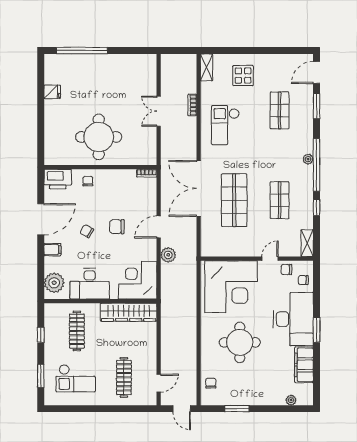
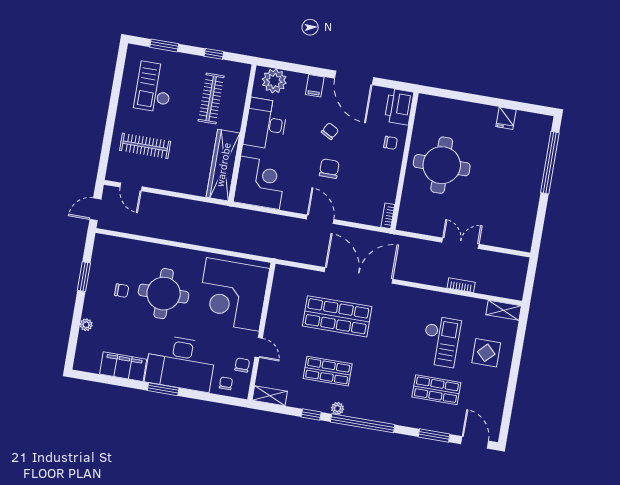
checkout: (225, 125) -> (441, 341), moved, turned 90
plant: (308, 159) -> (338, 408), moved
plant: (168, 255) -> (284, 225), removed
clothes rail: (77, 331) -> (211, 99), turned 90
chair: (211, 383) -> (122, 291), moved
plant: (291, 400) -> (86, 325), moved

